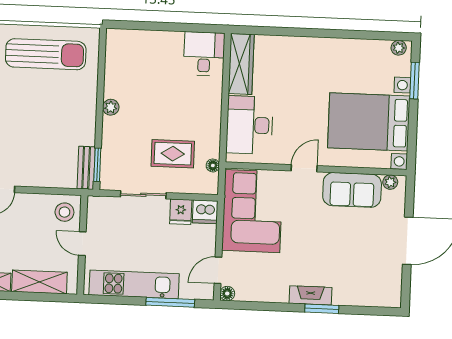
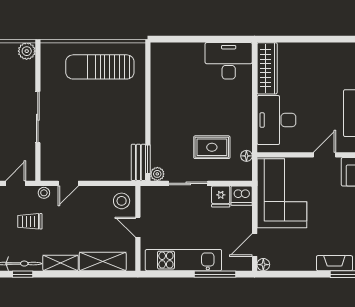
sun lounger: (46, 54) -> (100, 67), turned 180
desk: (204, 54) -> (229, 61), width x1.37
plant: (111, 107) -> (157, 174), moved

